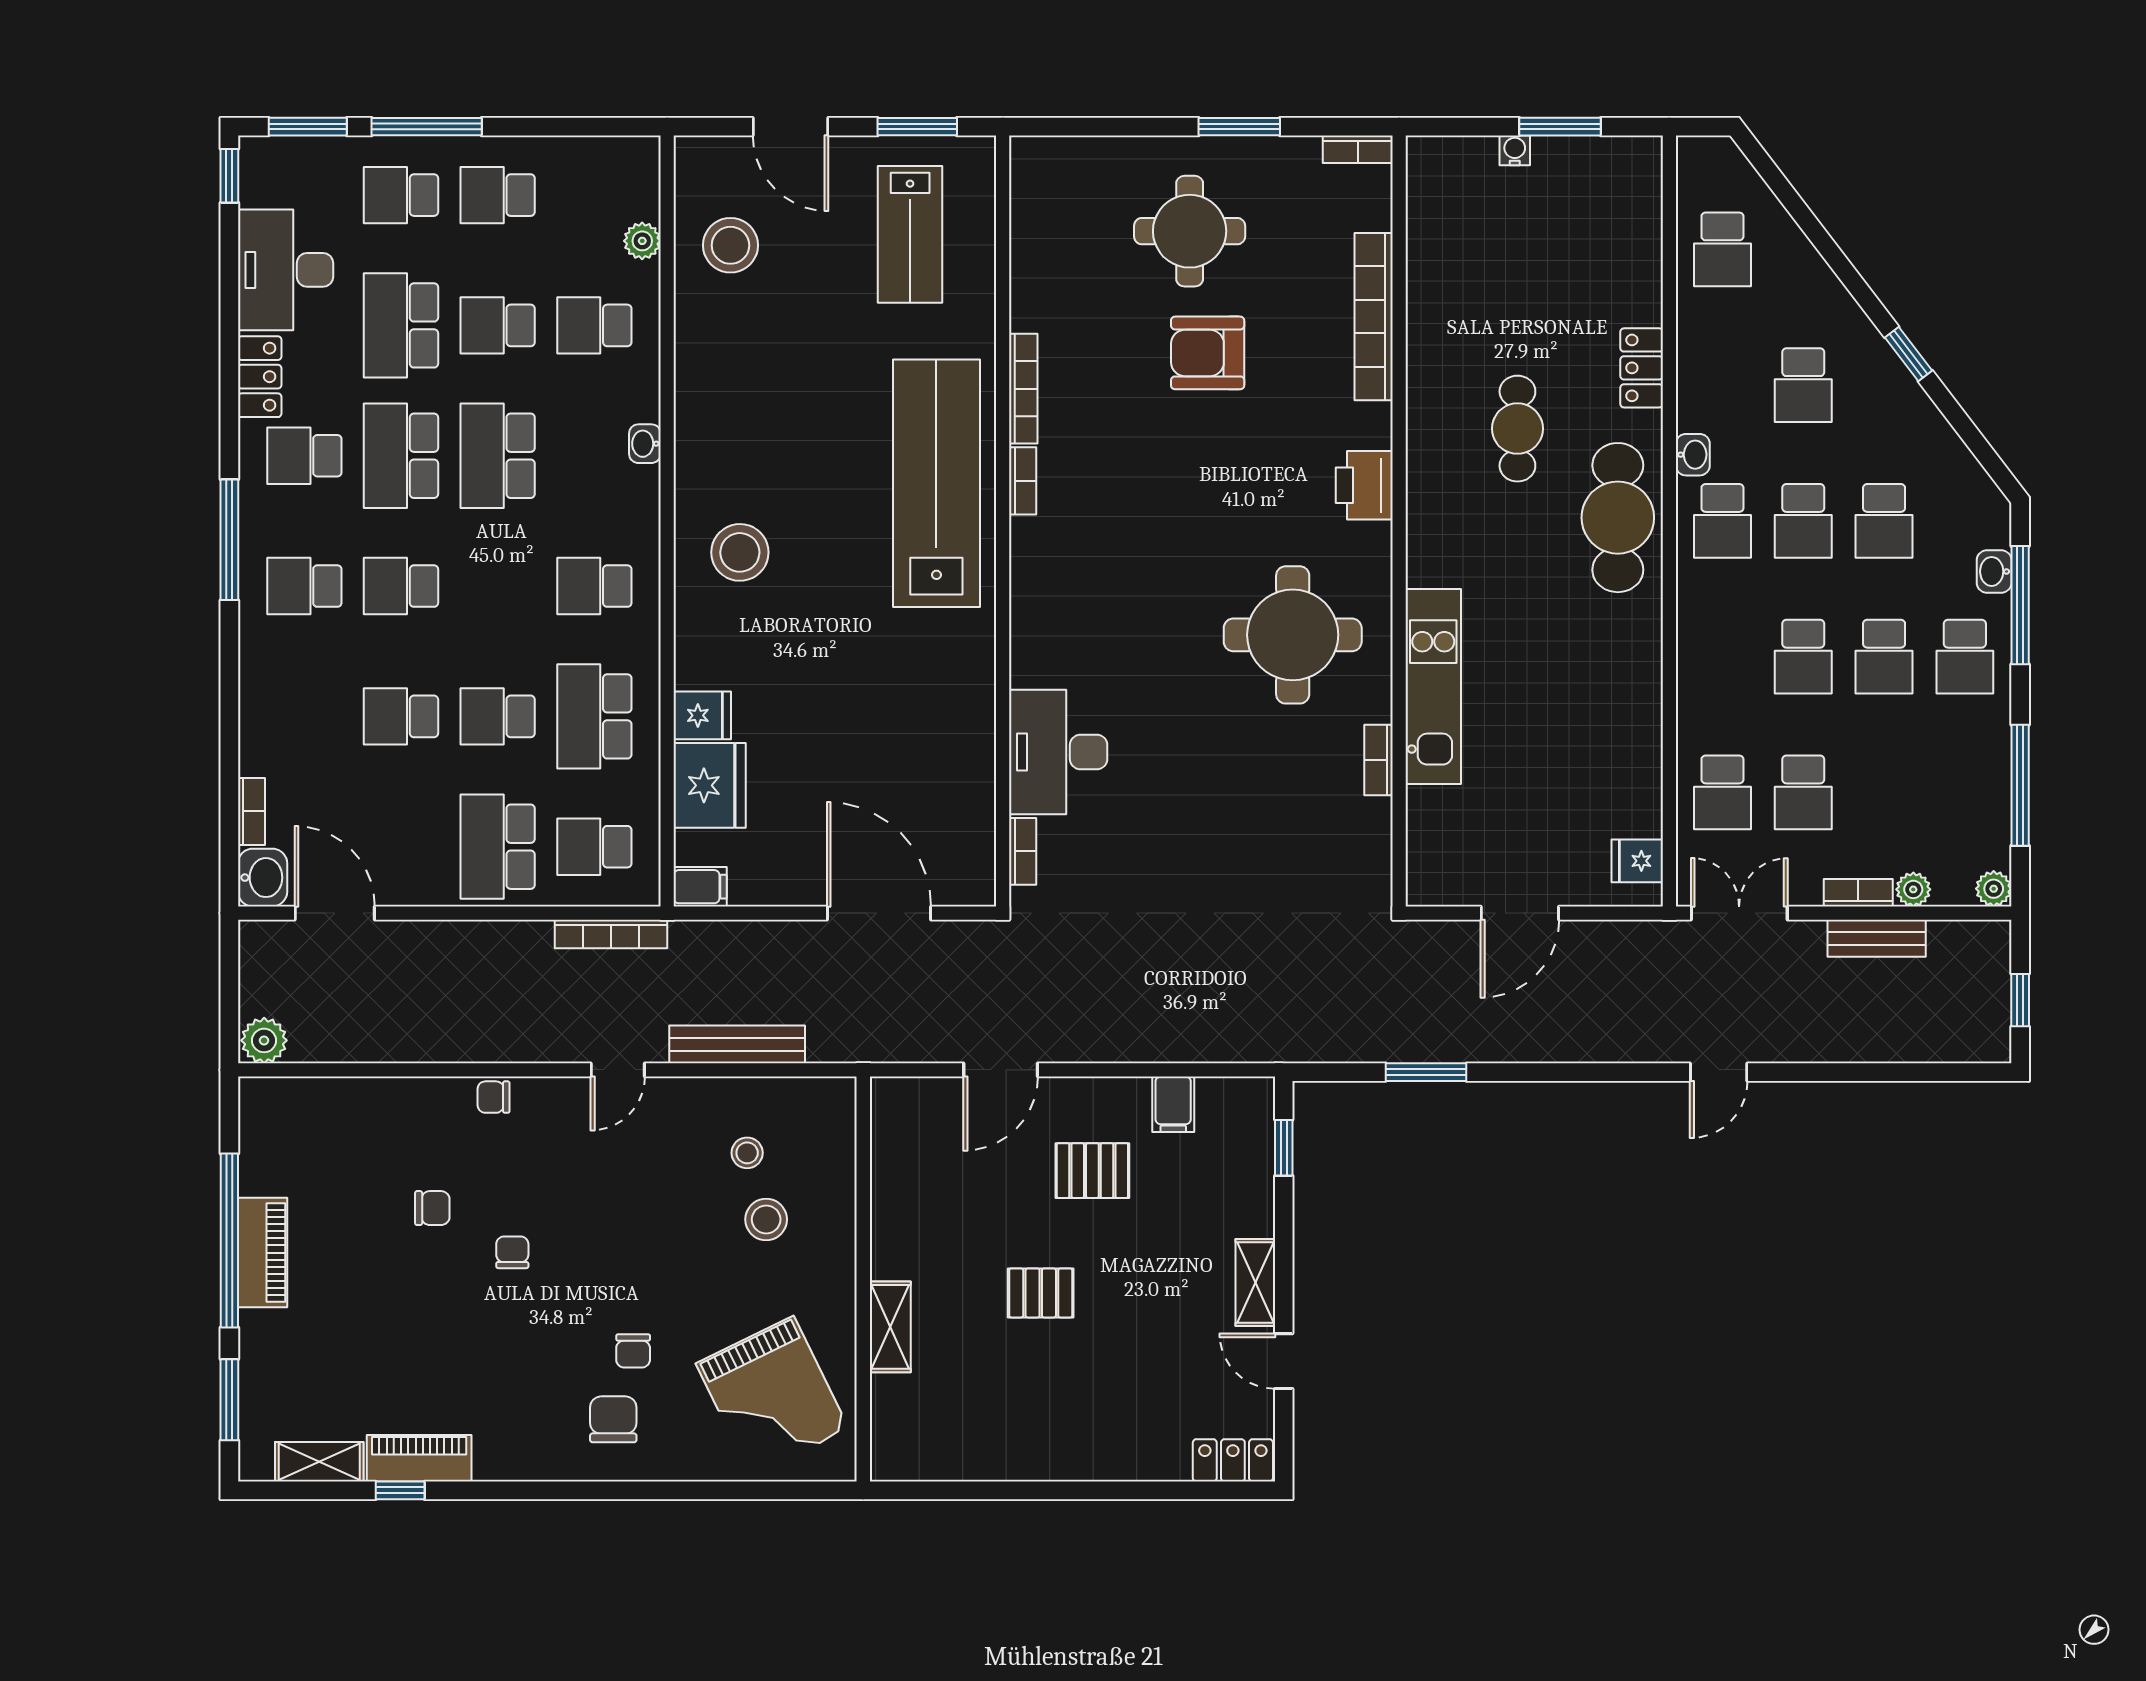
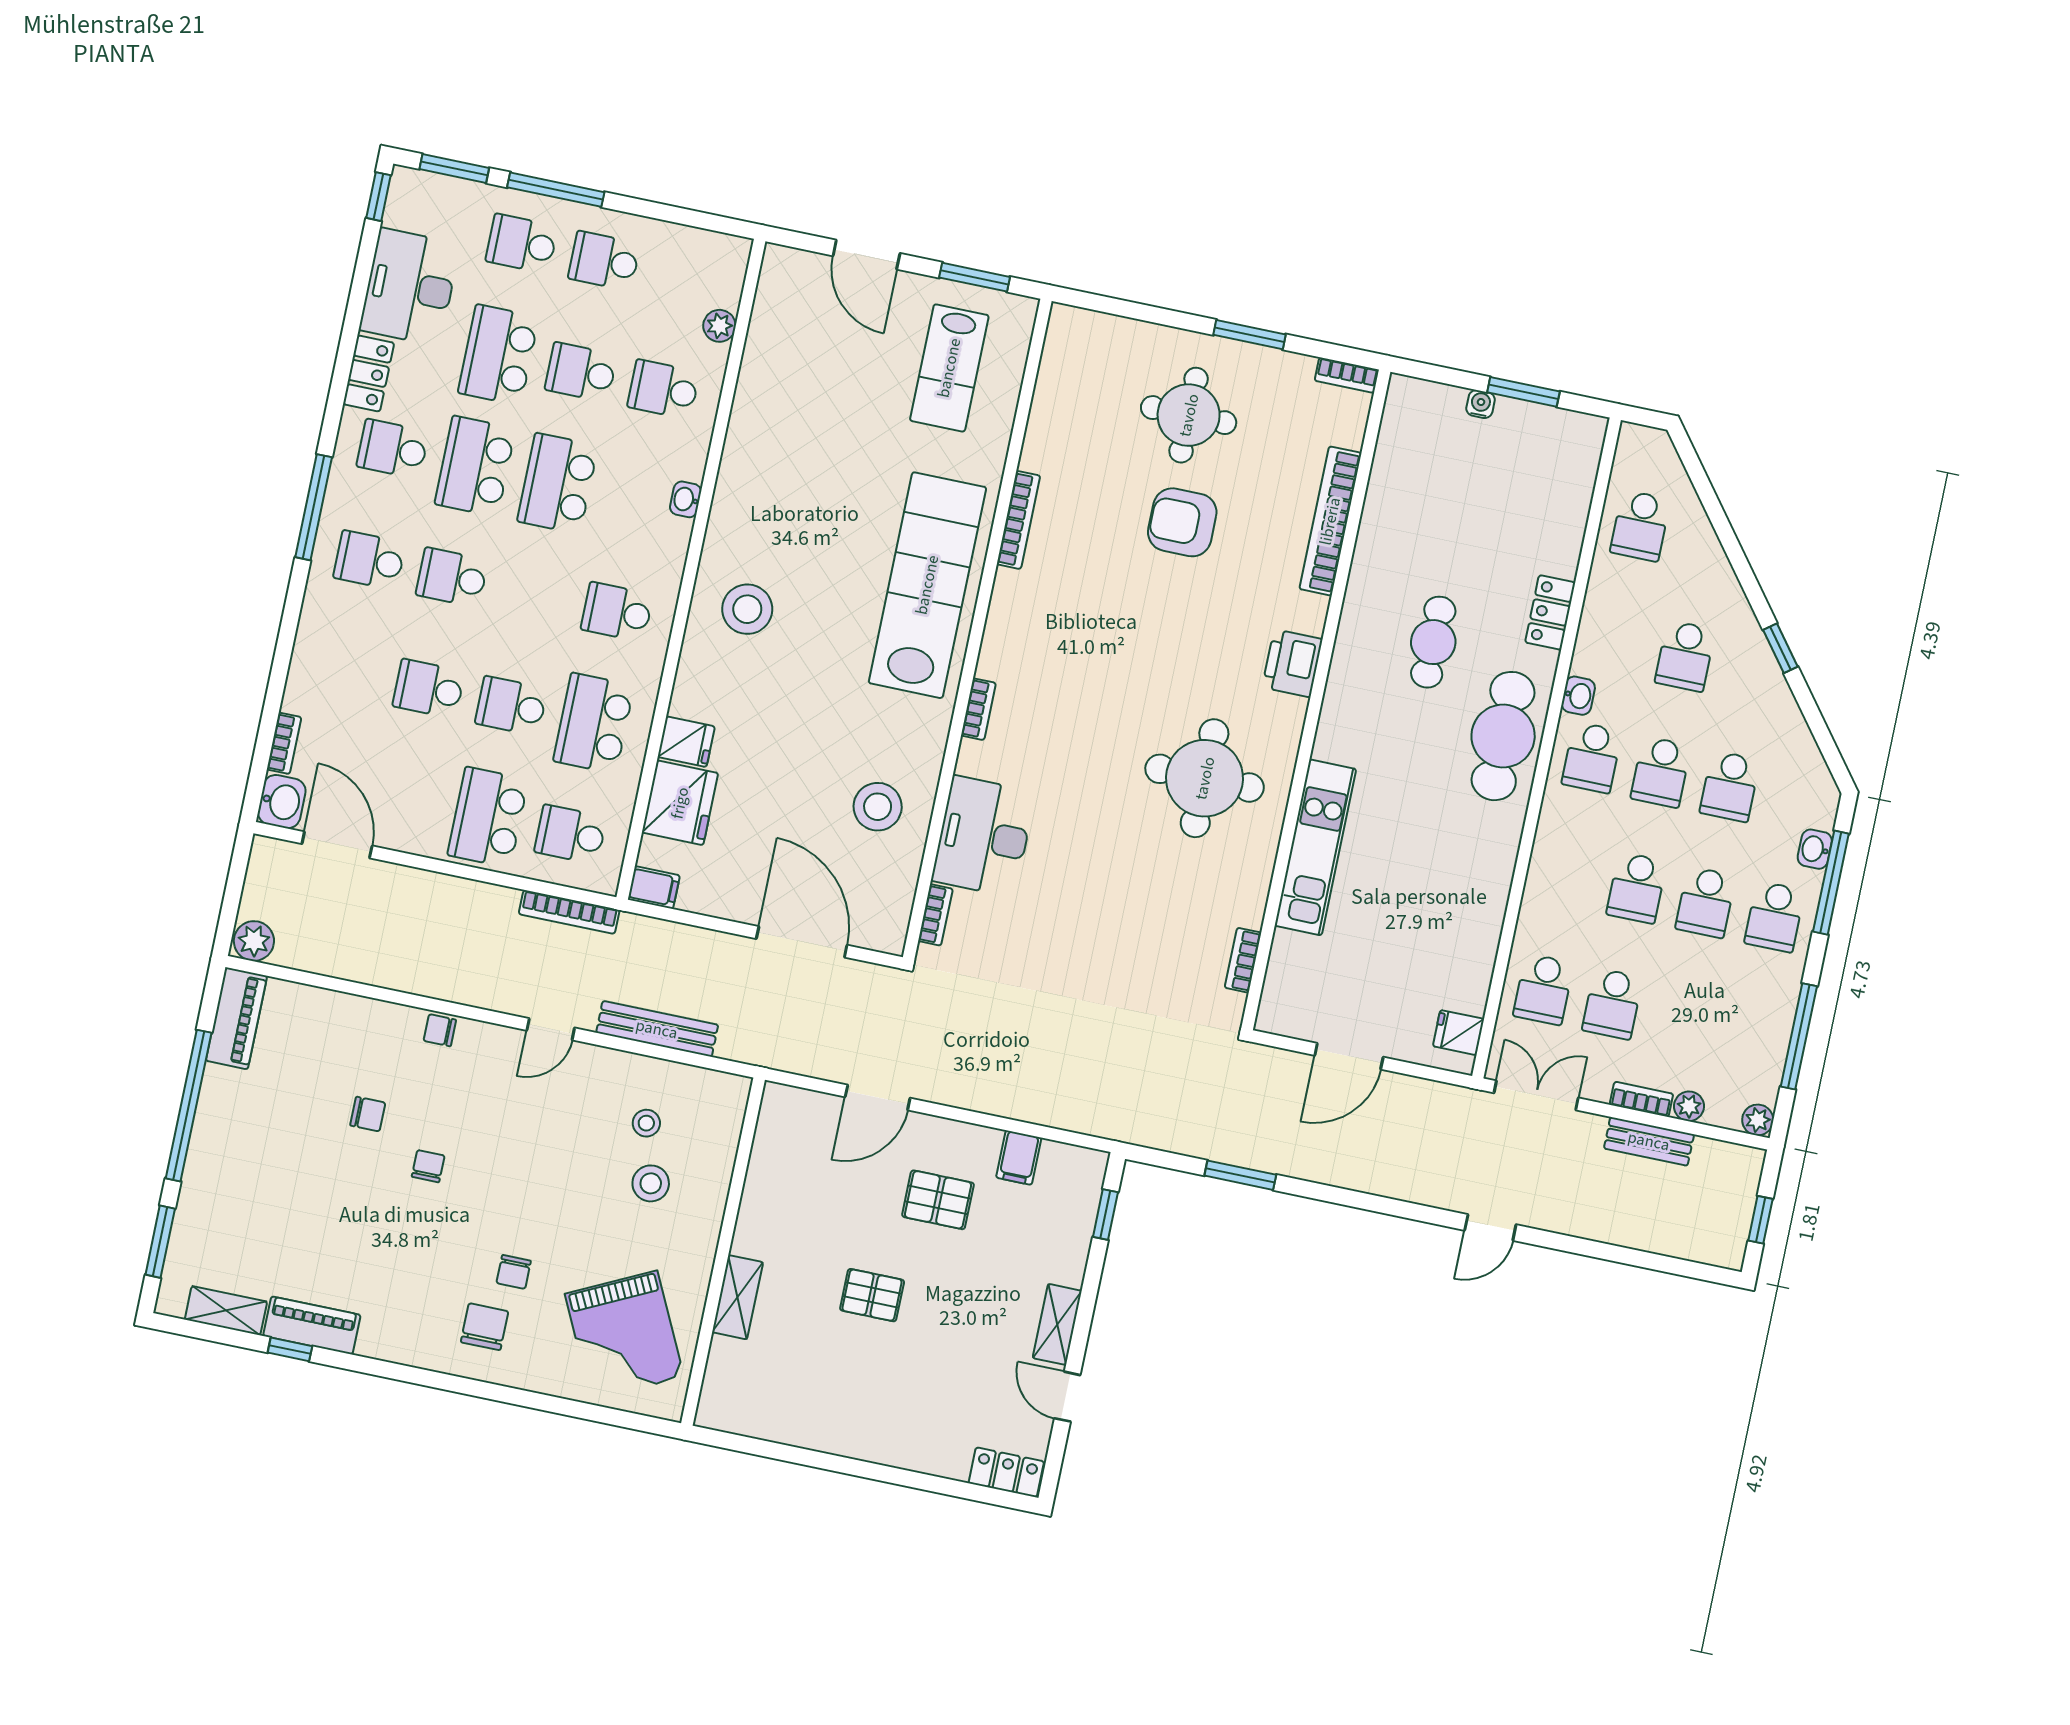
stool: (730, 245) -> (878, 807), moved
bookcase: (1023, 481) -> (978, 709), moved
bookcase: (1379, 760) -> (1243, 960), moved
piano: (263, 1253) -> (236, 1018), moved

